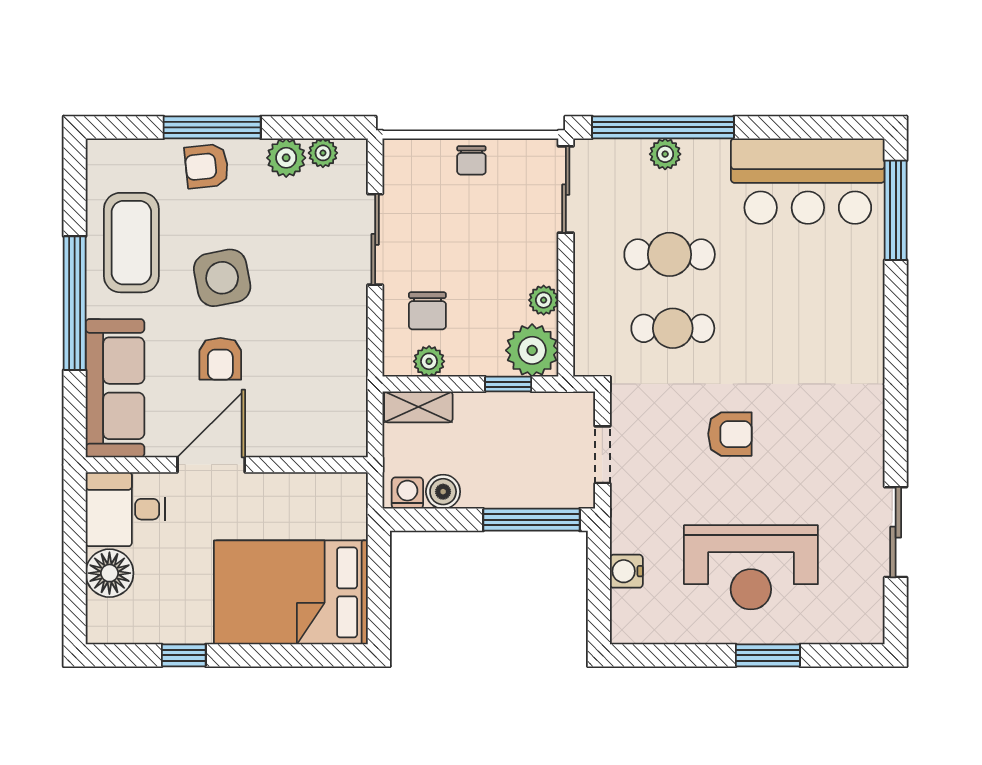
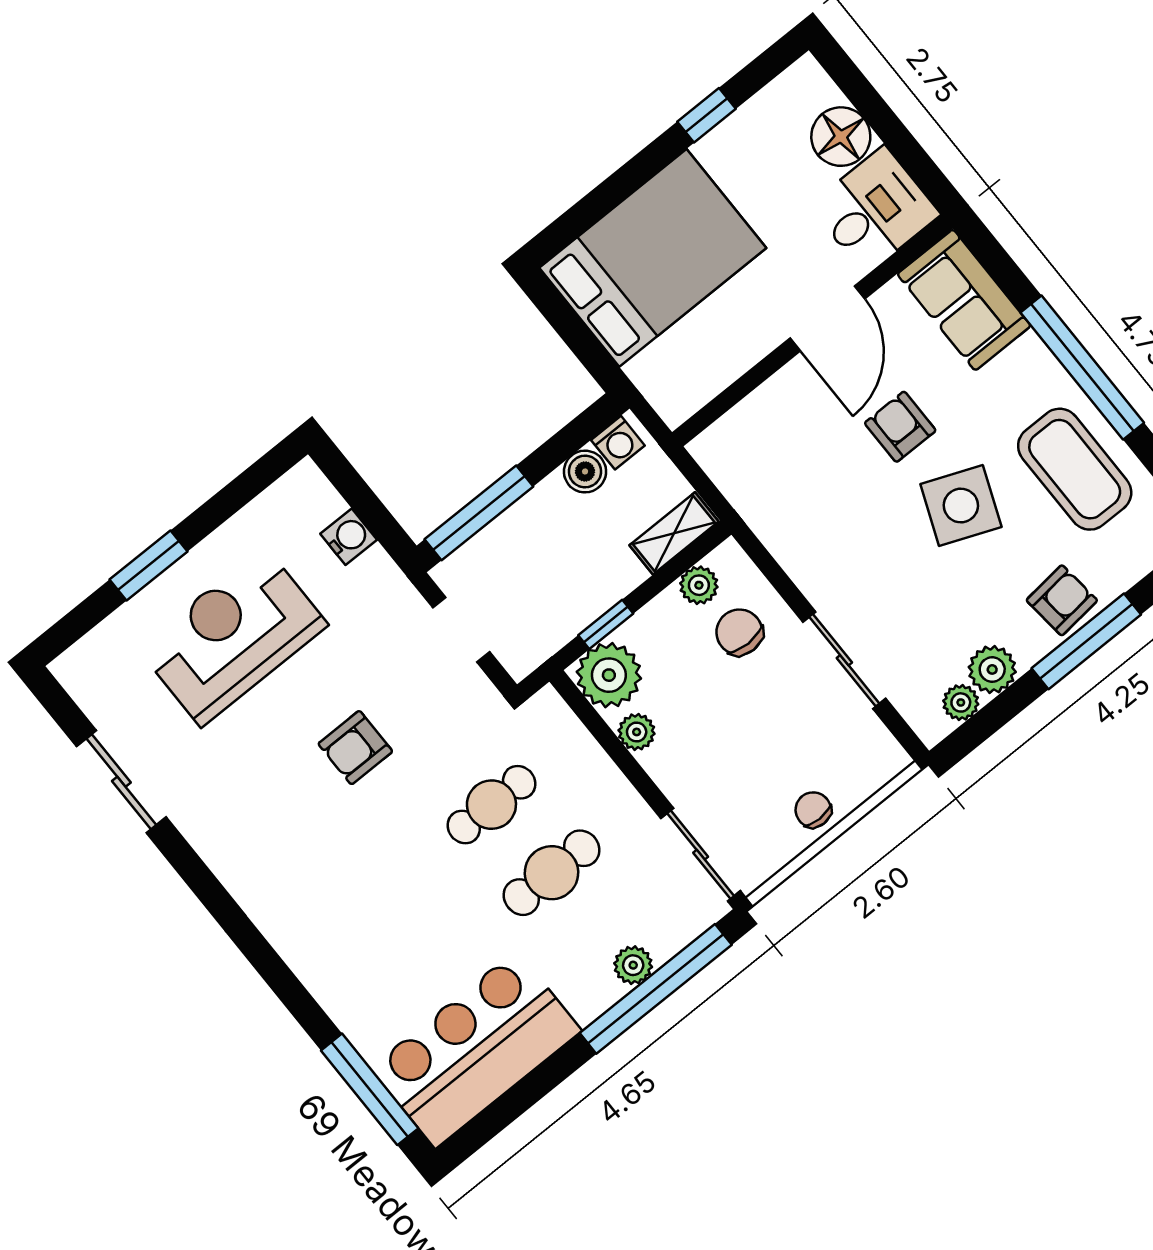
side table: (222, 278) -> (961, 506), turned 33
sofa: (115, 388) -> (964, 300), width x0.73

